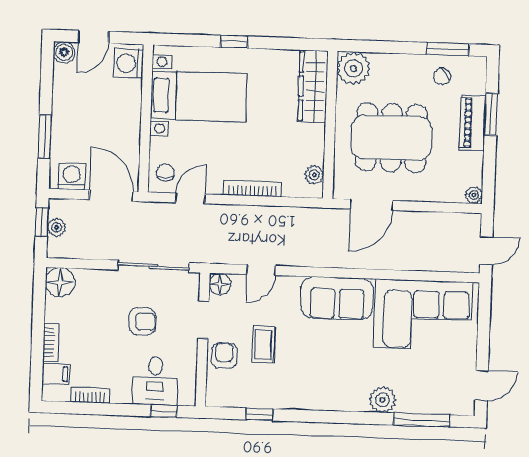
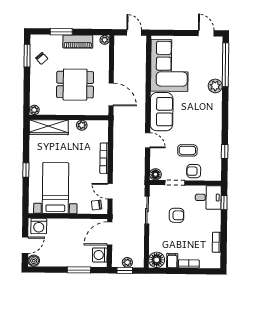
door: (93, 37) -> (25, 245), hinge flipped
plant: (353, 68) -> (34, 110), width x0.53, depth x0.53
piano: (473, 123) -> (78, 42), moved
dining table: (391, 138) -> (75, 85), width x0.73
plant: (314, 175) -> (82, 125), moved
sliding door: (153, 266) -> (147, 210), width x0.73
door: (261, 270) -> (148, 140), moved
armchair: (142, 321) -> (177, 215), turned 90
filing cabinet: (56, 374) -> (172, 261), moved
desk: (155, 381) -> (208, 197), moved
window: (422, 420) -> (226, 65), width x1.46

